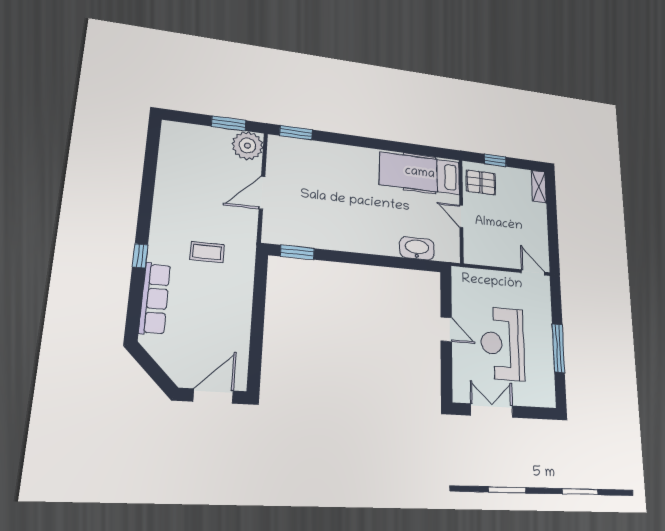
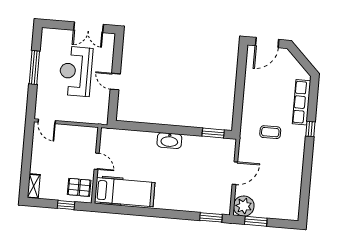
washbasin: (417, 248) -> (169, 141), moved
reception desk: (502, 344) -> (76, 71), turned 180

